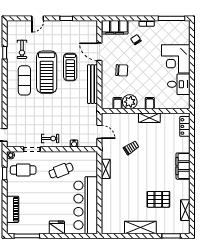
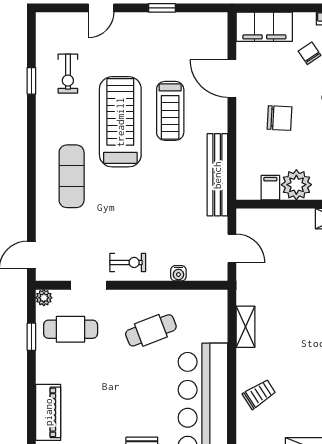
treadmill: (47, 72) -> (120, 122), turned 180
exercise mat: (24, 80) -> (72, 176), moved
bench: (92, 84) -> (217, 175), moved
trolley: (131, 148) -> (259, 394), moved

